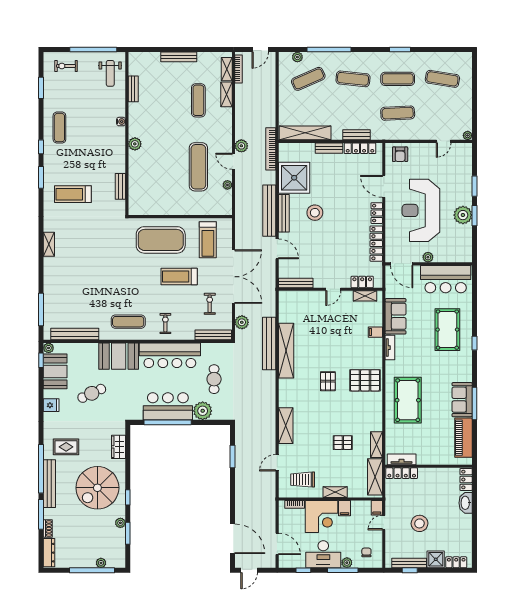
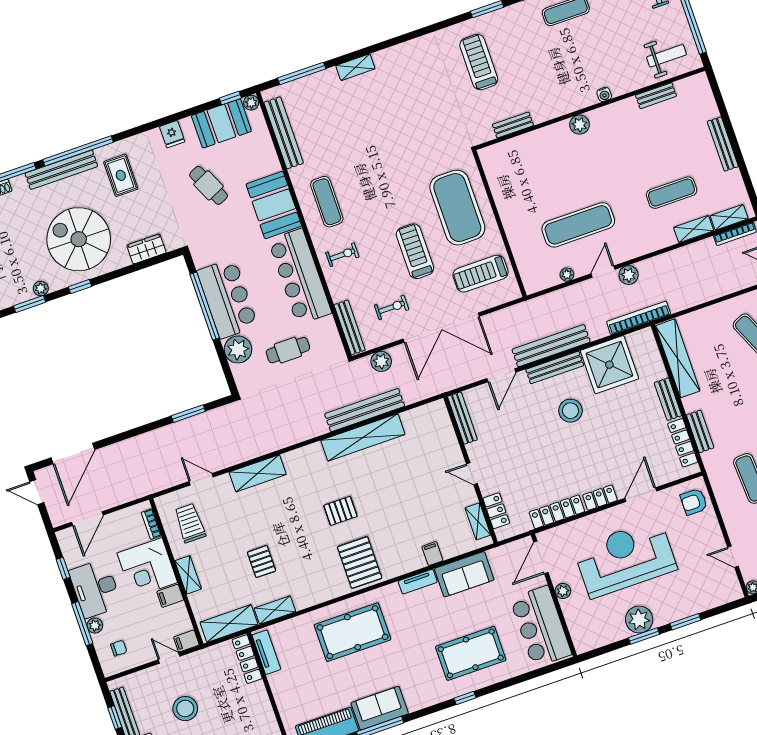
weight bench: (110, 73) -> (666, 56), turned 180
shelving: (49, 244) -> (355, 67), moved

